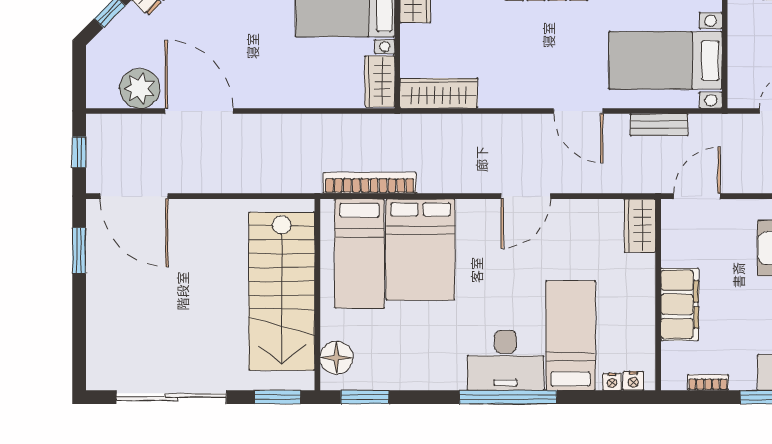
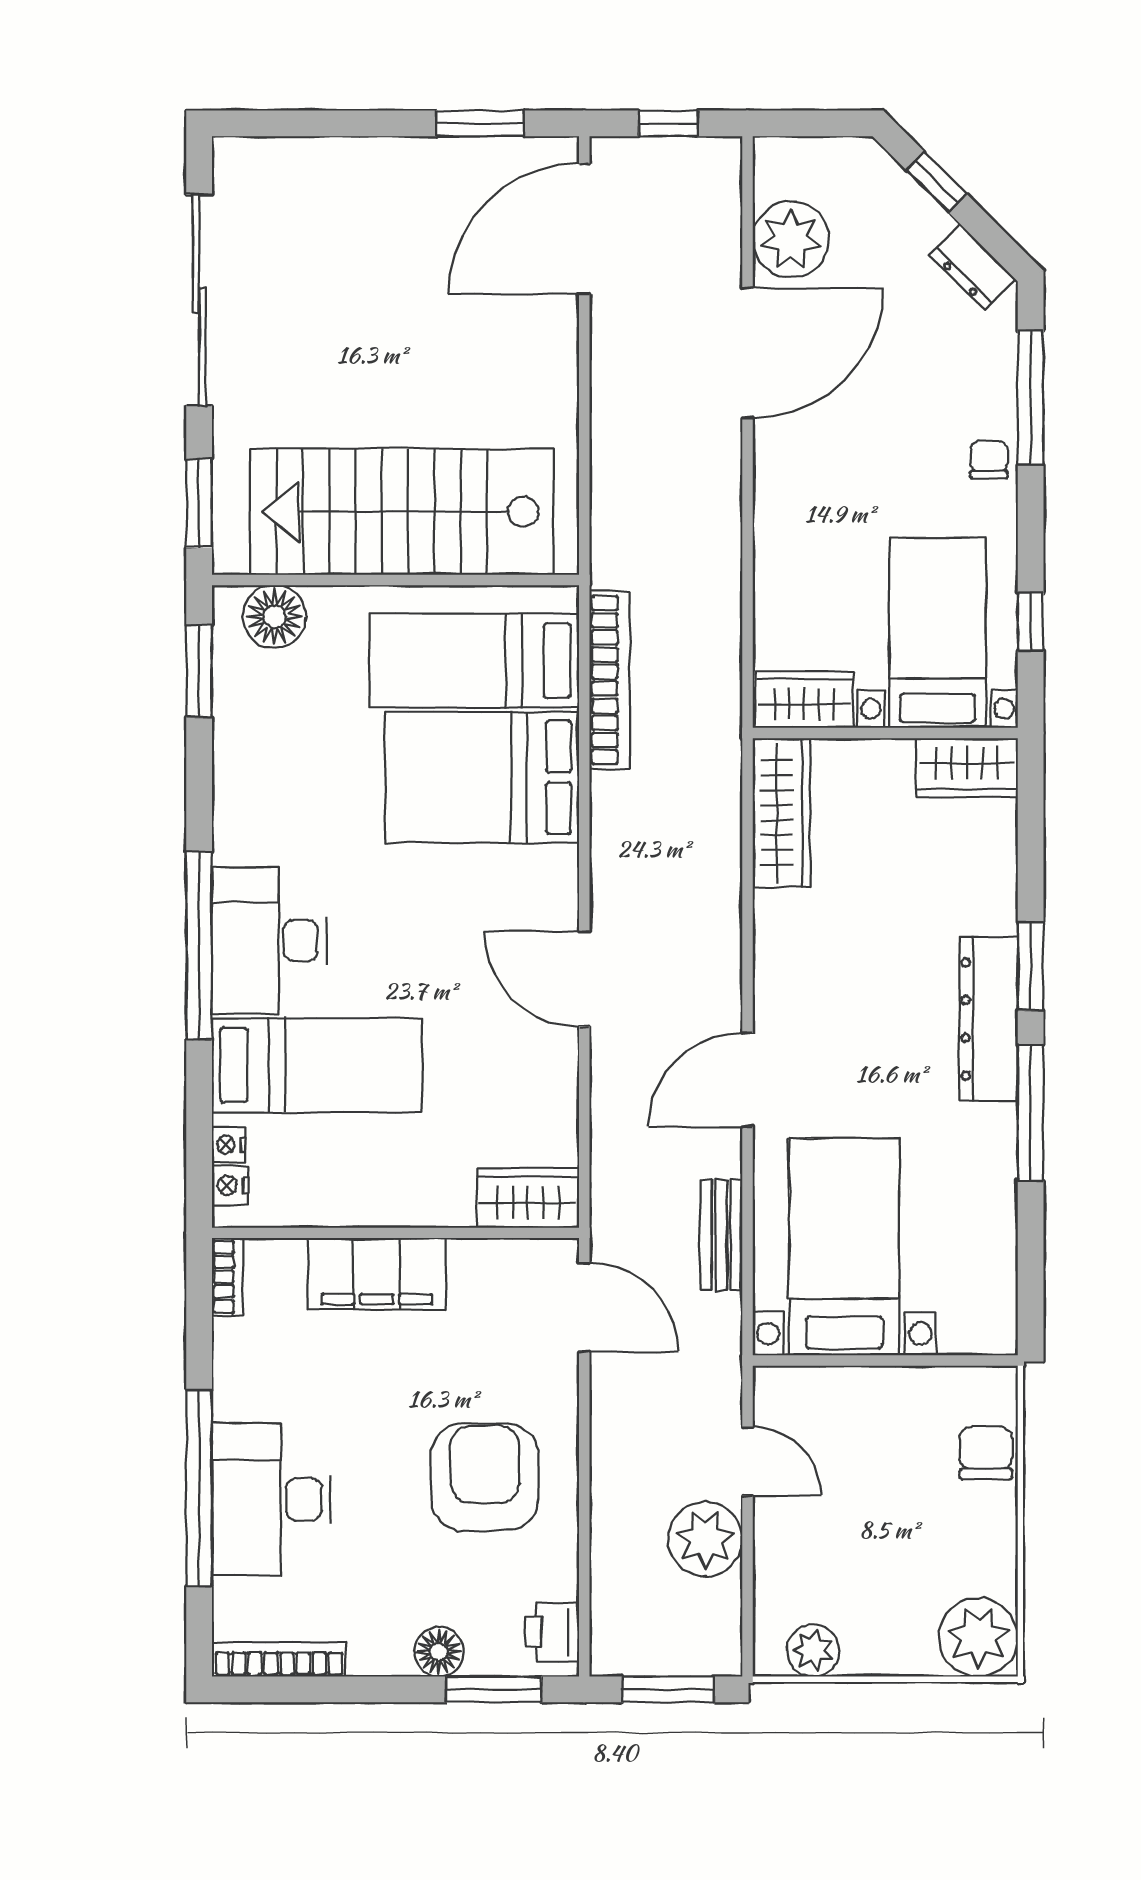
bookcase: (708, 382) -> (227, 1277), moved

